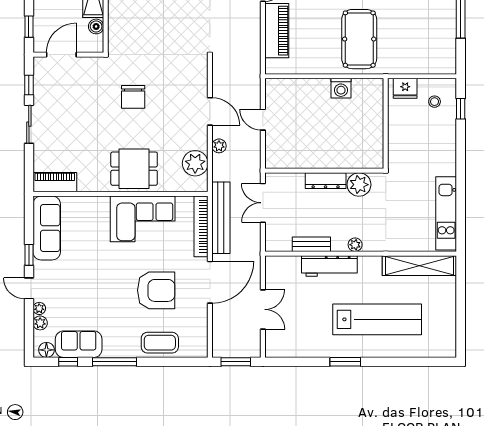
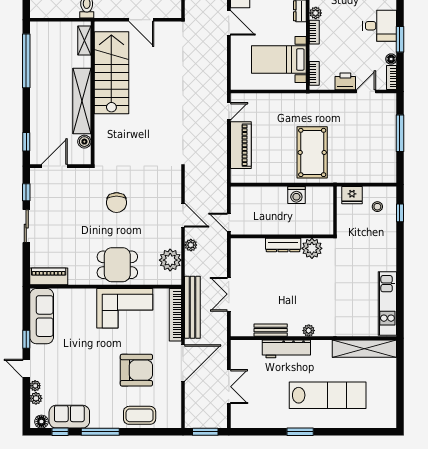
wall: (324, 171) -> (282, 236), moved
dresser: (326, 181) -> (283, 245), moved
plant: (359, 185) -> (312, 248), moved

